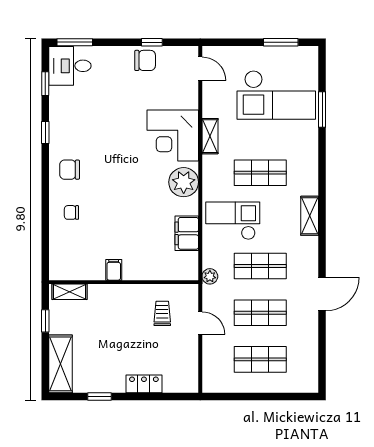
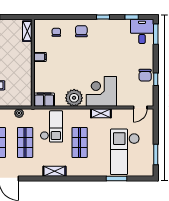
filing cabinet: (114, 270) -> (40, 57), moved
wall: (124, 282) -> (33, 63), moved
shelving: (70, 292) -> (27, 31), moved

